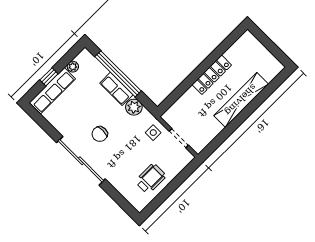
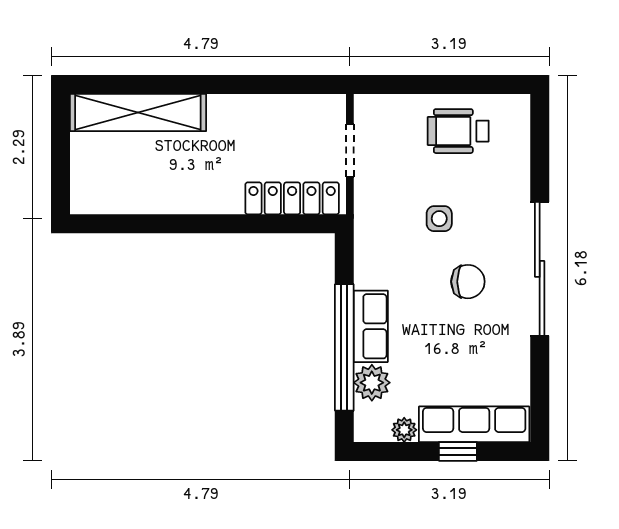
locker: (212, 75) -> (292, 198), moved
shelving: (241, 100) -> (138, 112), moved
plant: (134, 107) -> (372, 383), moved
side table: (153, 133) -> (439, 219), moved

